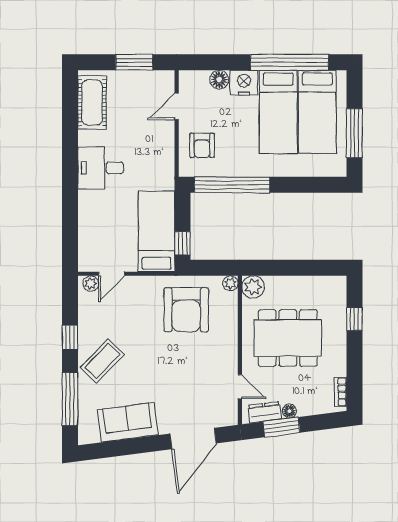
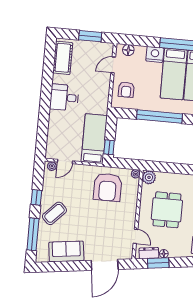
floor lamp: (219, 80) -> (128, 50), moved
window: (232, 185) -> (159, 117), moved
dining table: (288, 338) -> (167, 210), width x0.73

